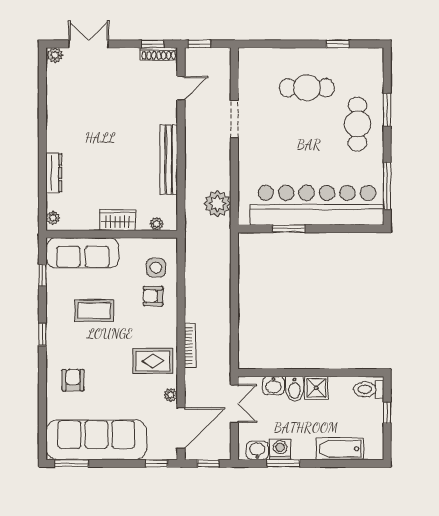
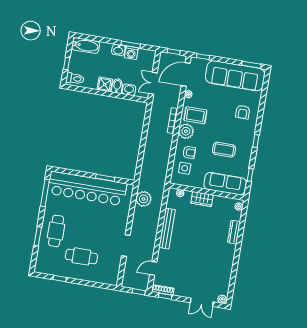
plant: (164, 331) -> (186, 131), added
bathtub: (340, 449) -> (86, 46), moved
washbasin: (257, 450) -> (118, 50), moved

